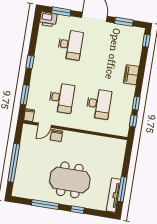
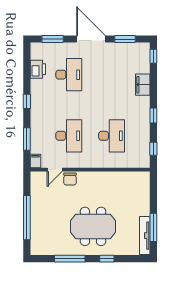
printer: (48, 19) -> (38, 69), moved, turned -90
filing cabinet: (131, 75) -> (143, 85), moved
window: (136, 103) -> (153, 115), moved

